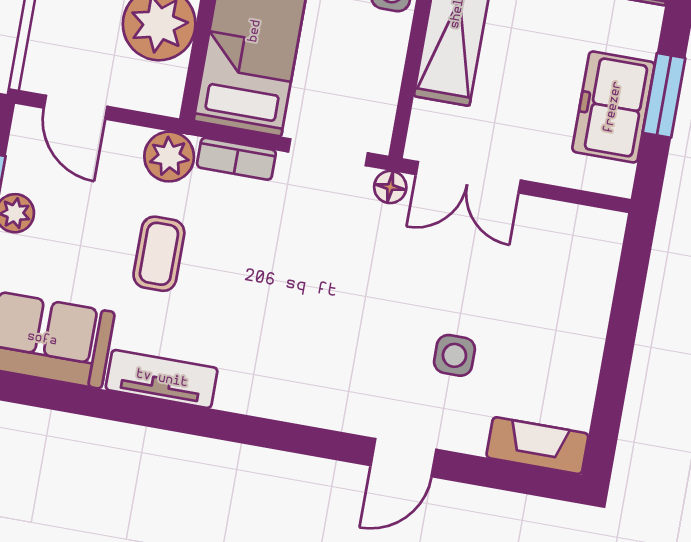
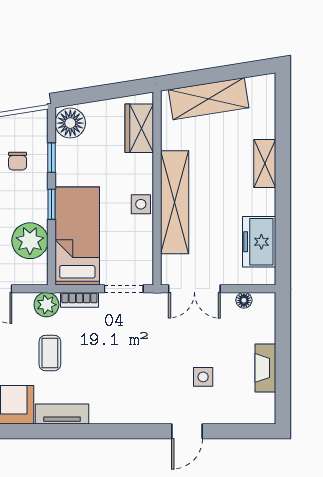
window: (664, 95) -> (283, 232), removed
floor lamp: (390, 187) -> (244, 300), moved
fireplace: (537, 446) -> (265, 368), moved, turned -90

